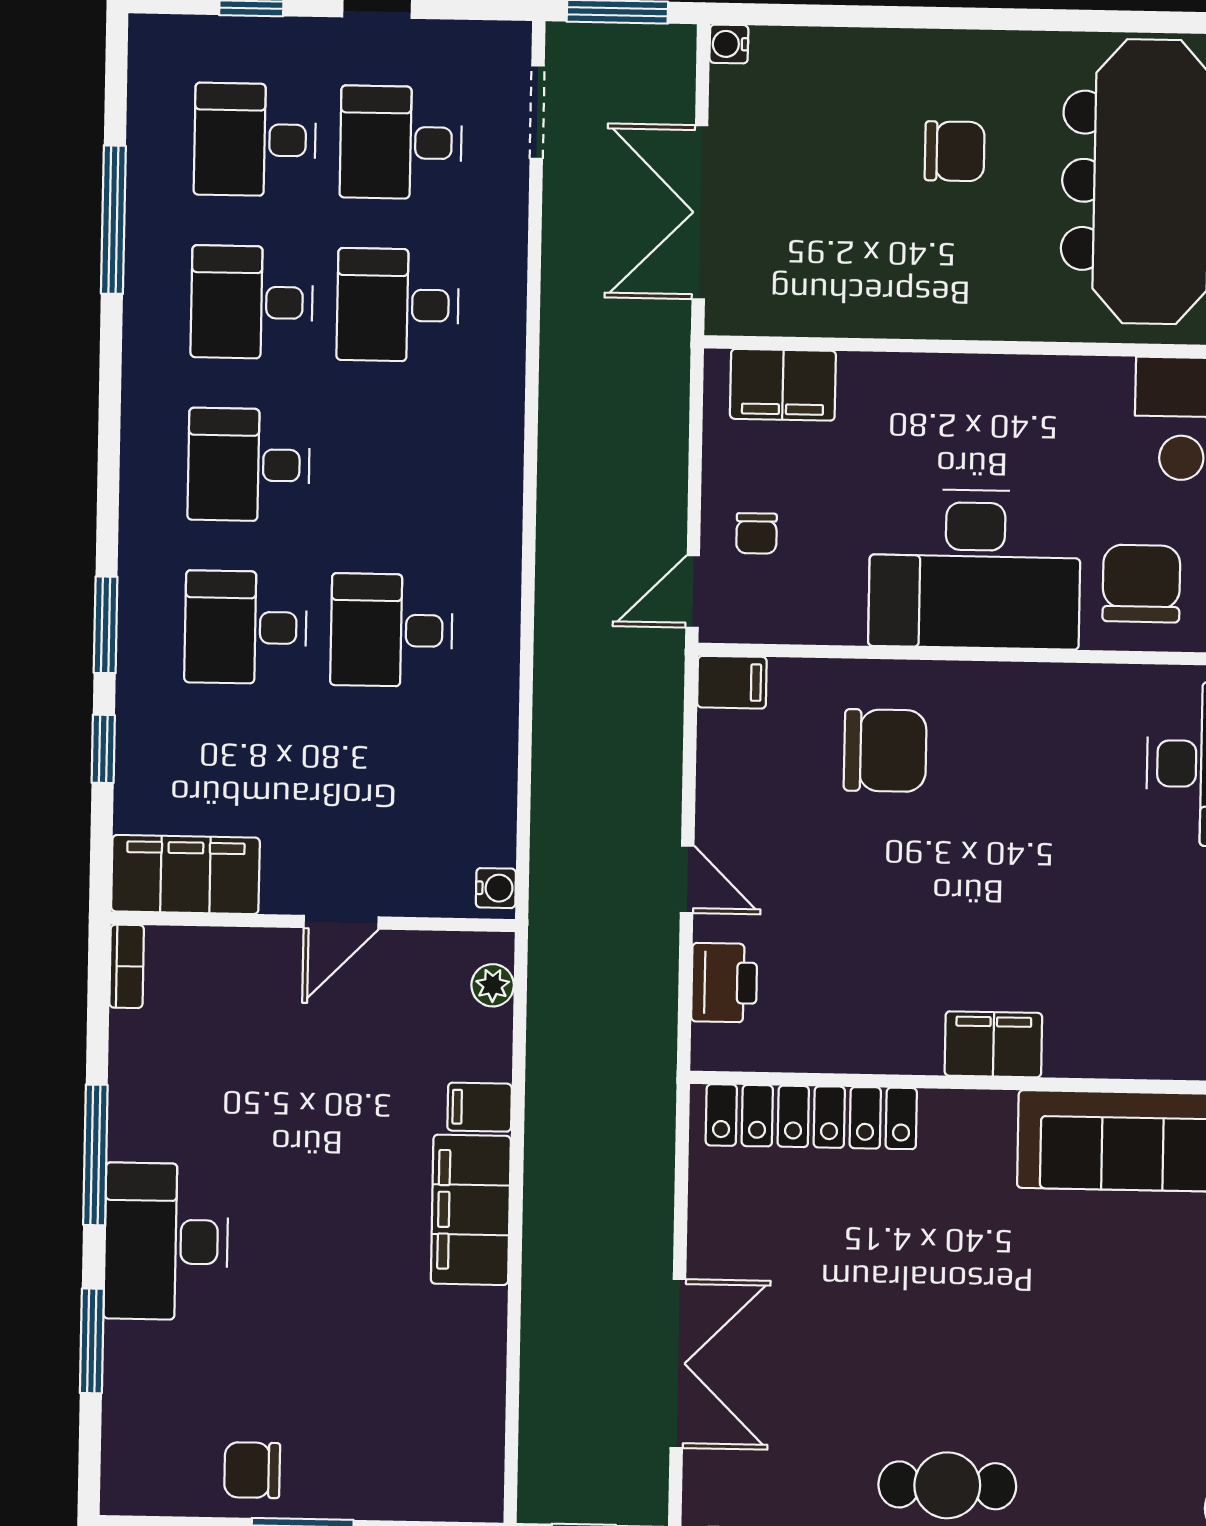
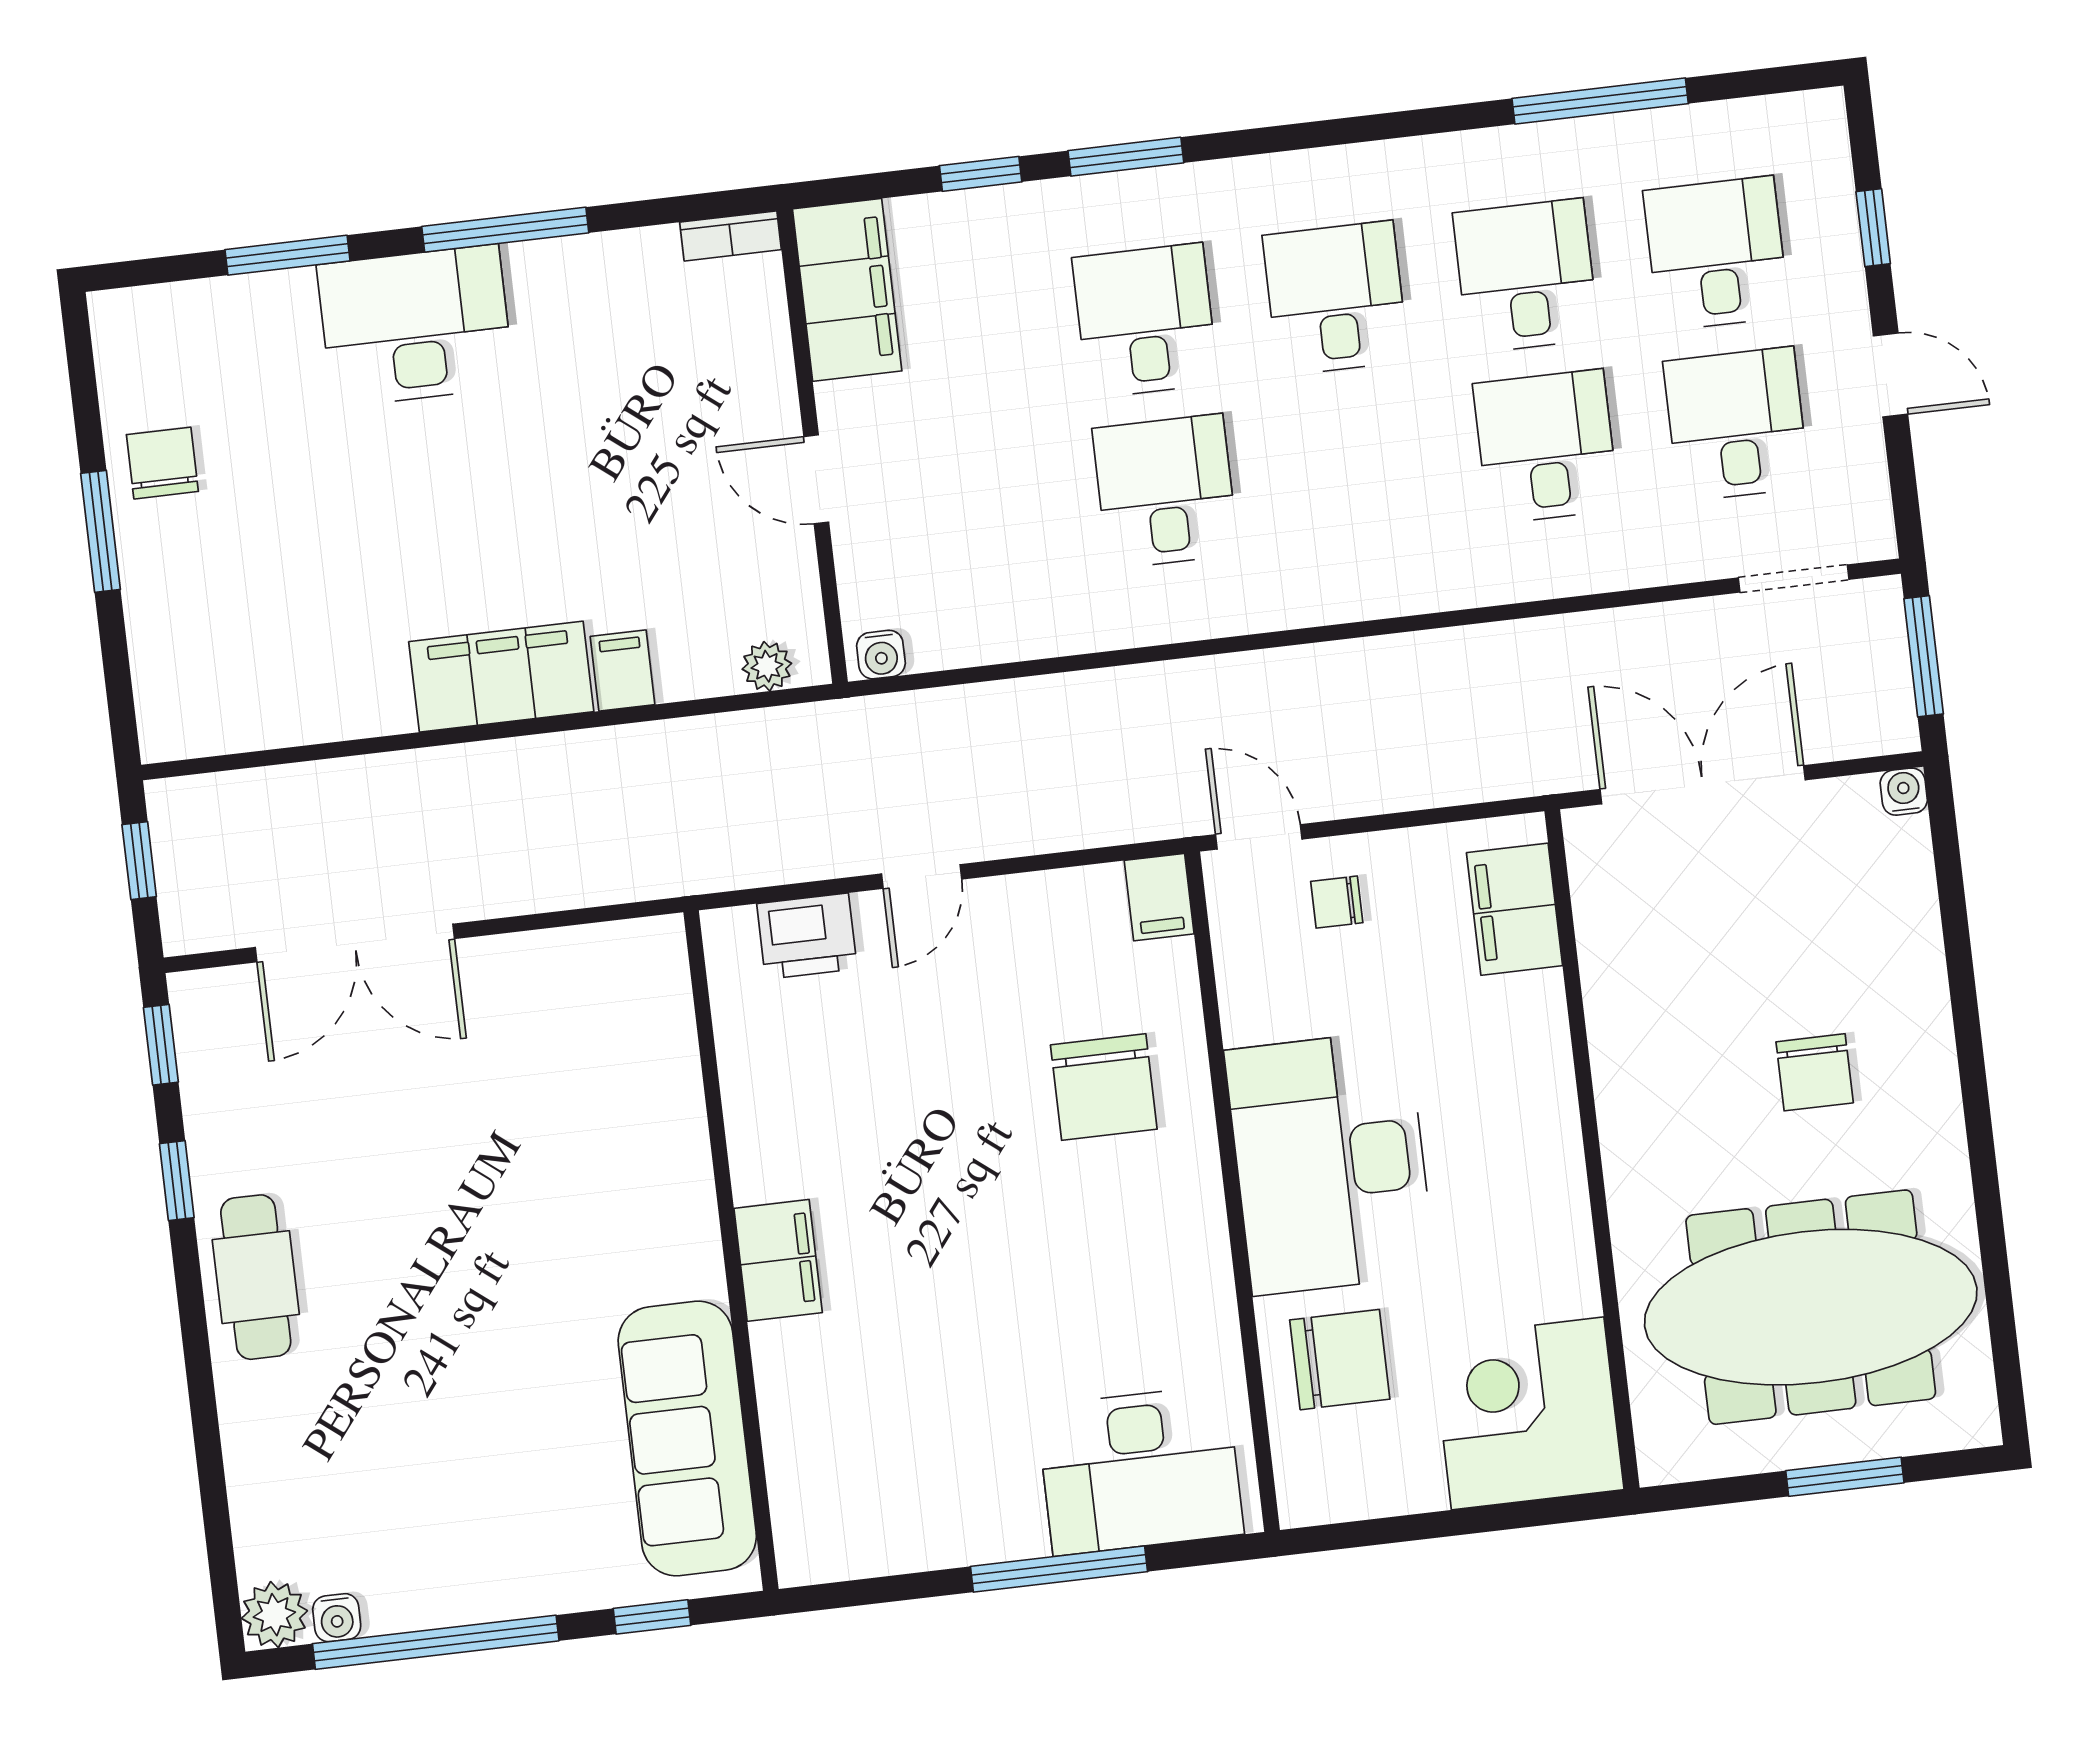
locker: (811, 1117) -> (664, 1059), removed

